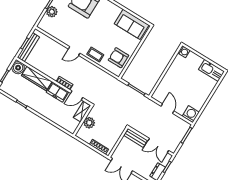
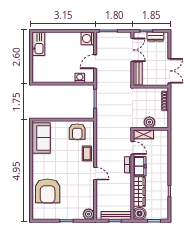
plant: (52, 12) -> (89, 214), moved
washing machine: (184, 52) -> (80, 78), moved

